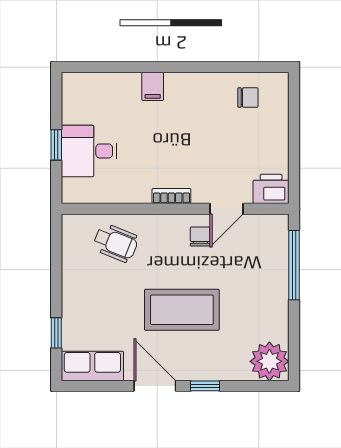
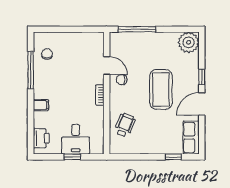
window: (218, 67) -> (31, 70), added
printer: (271, 189) -> (41, 138), moved, turned 180

